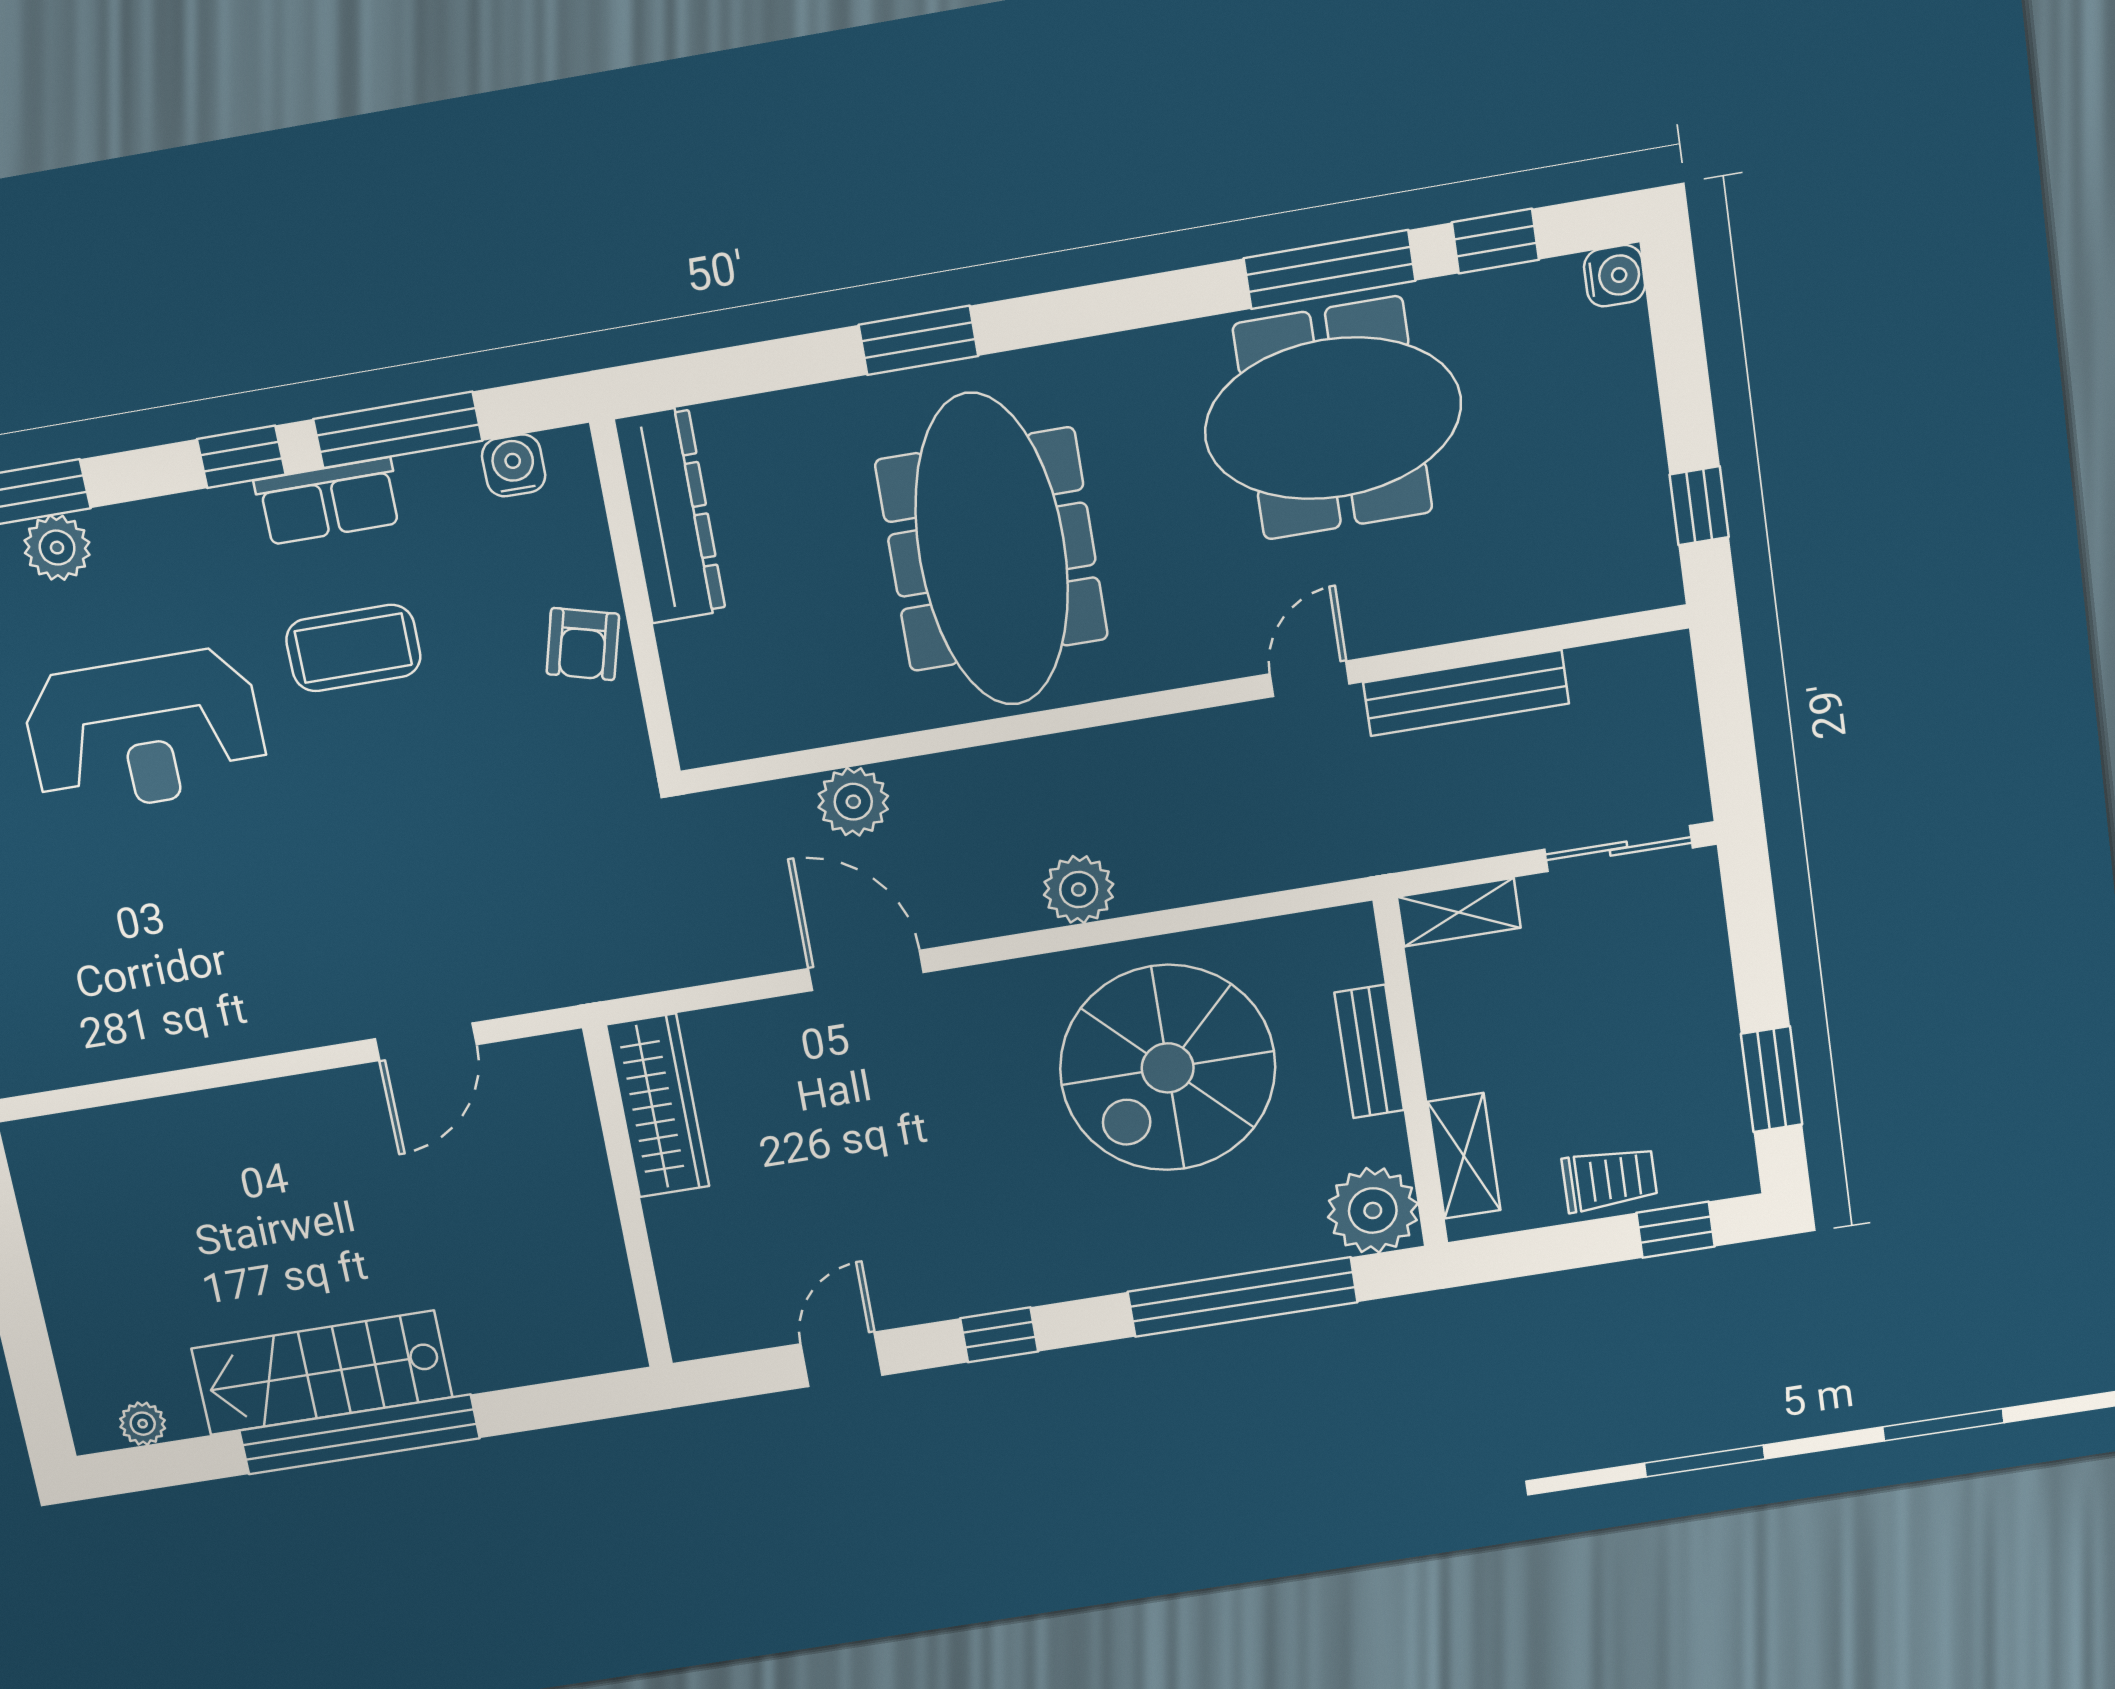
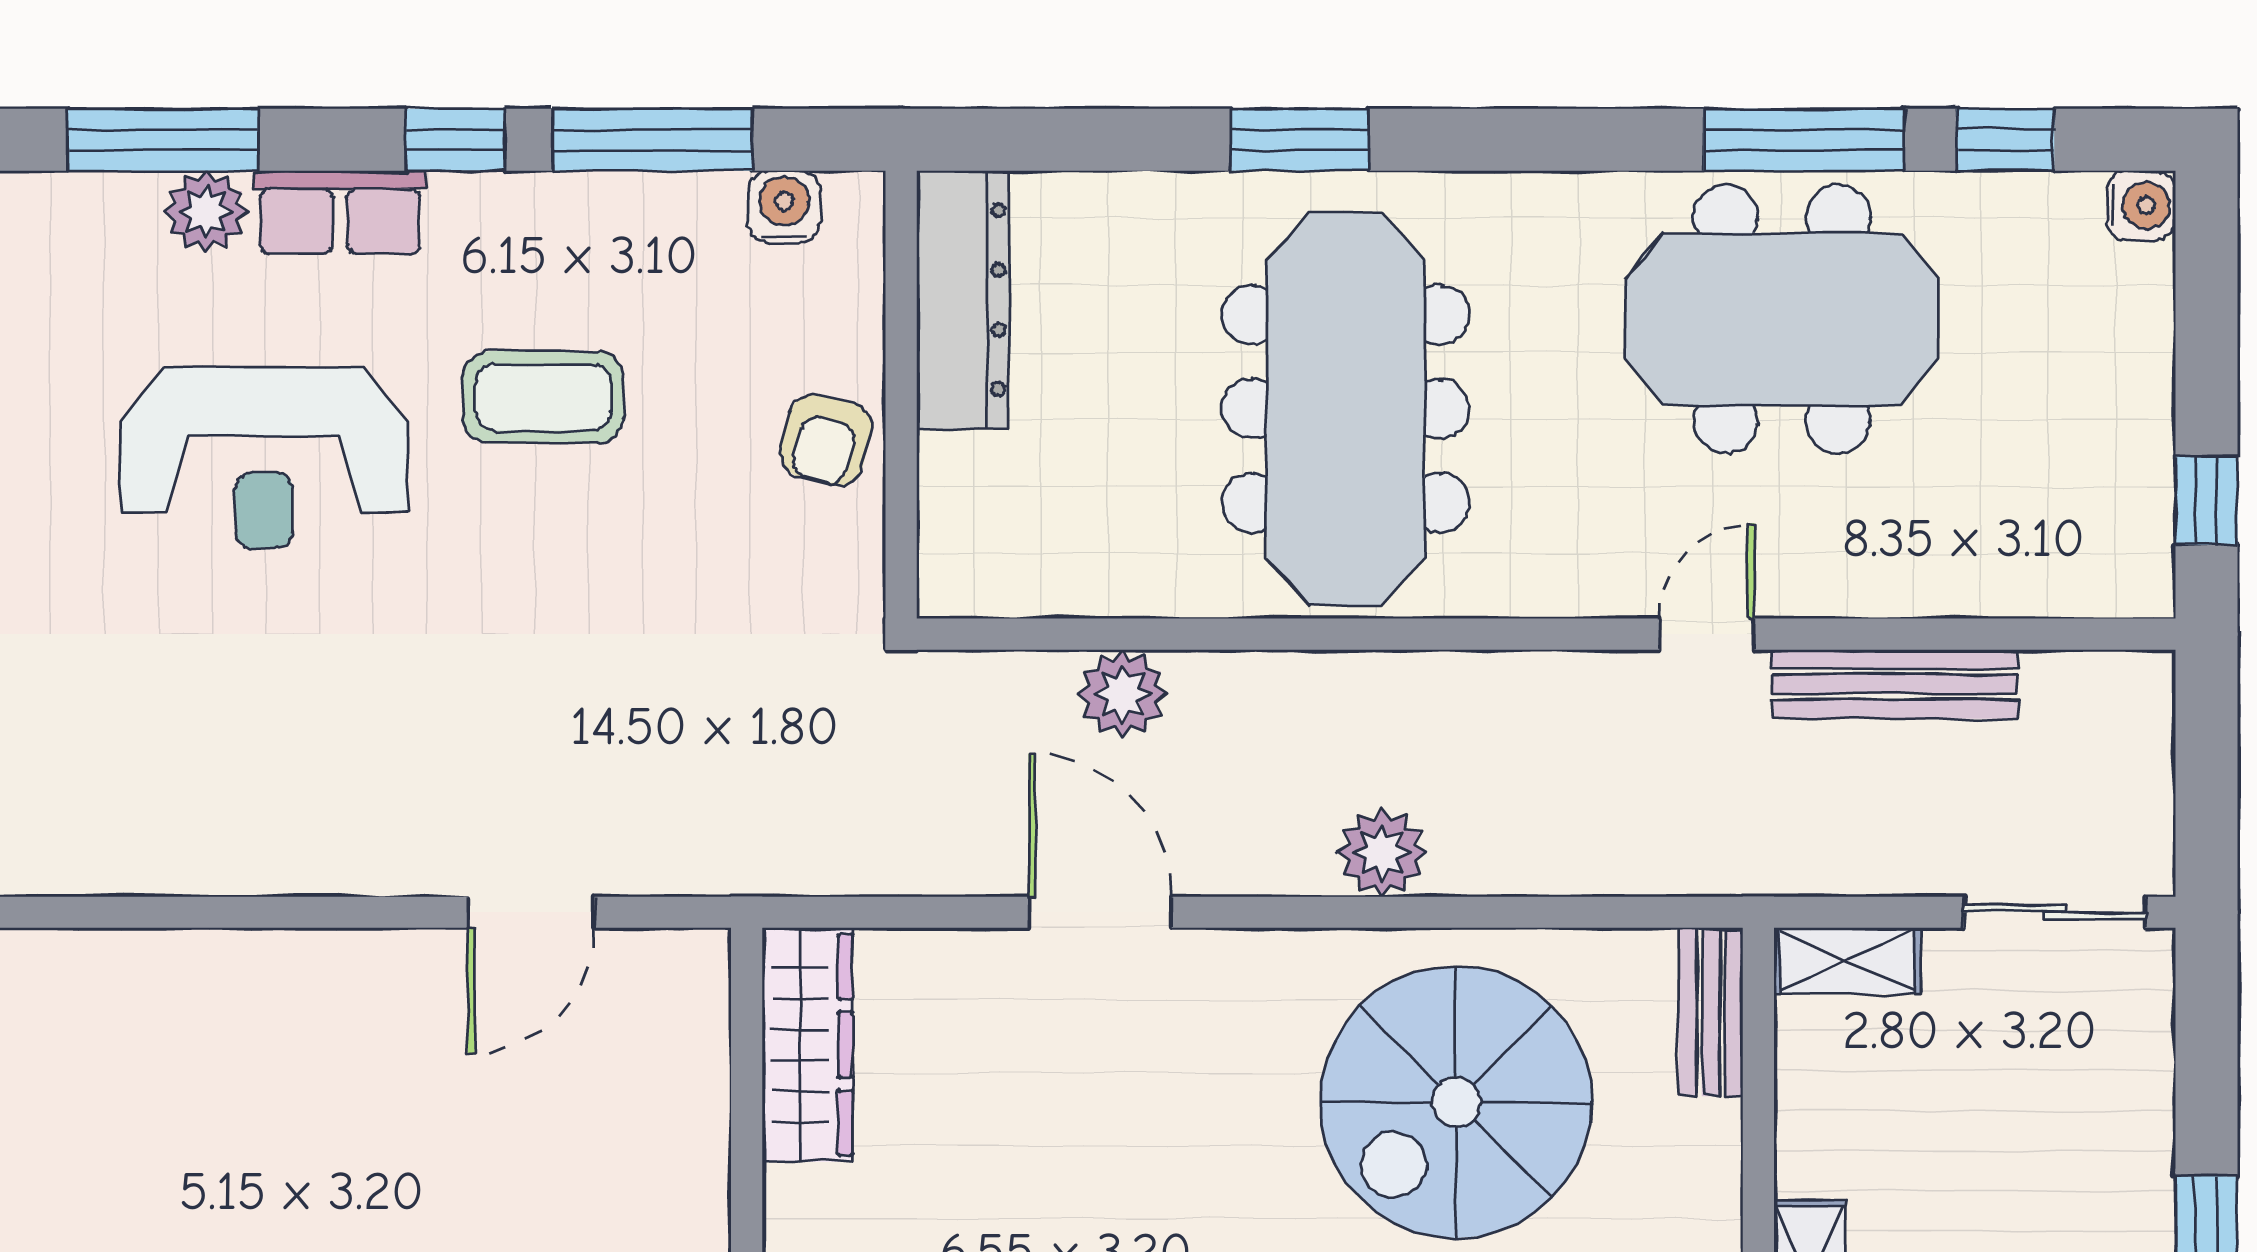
row of seats: (328, 501) -> (340, 212), moved
bench: (1369, 1052) -> (1711, 1012), moved

